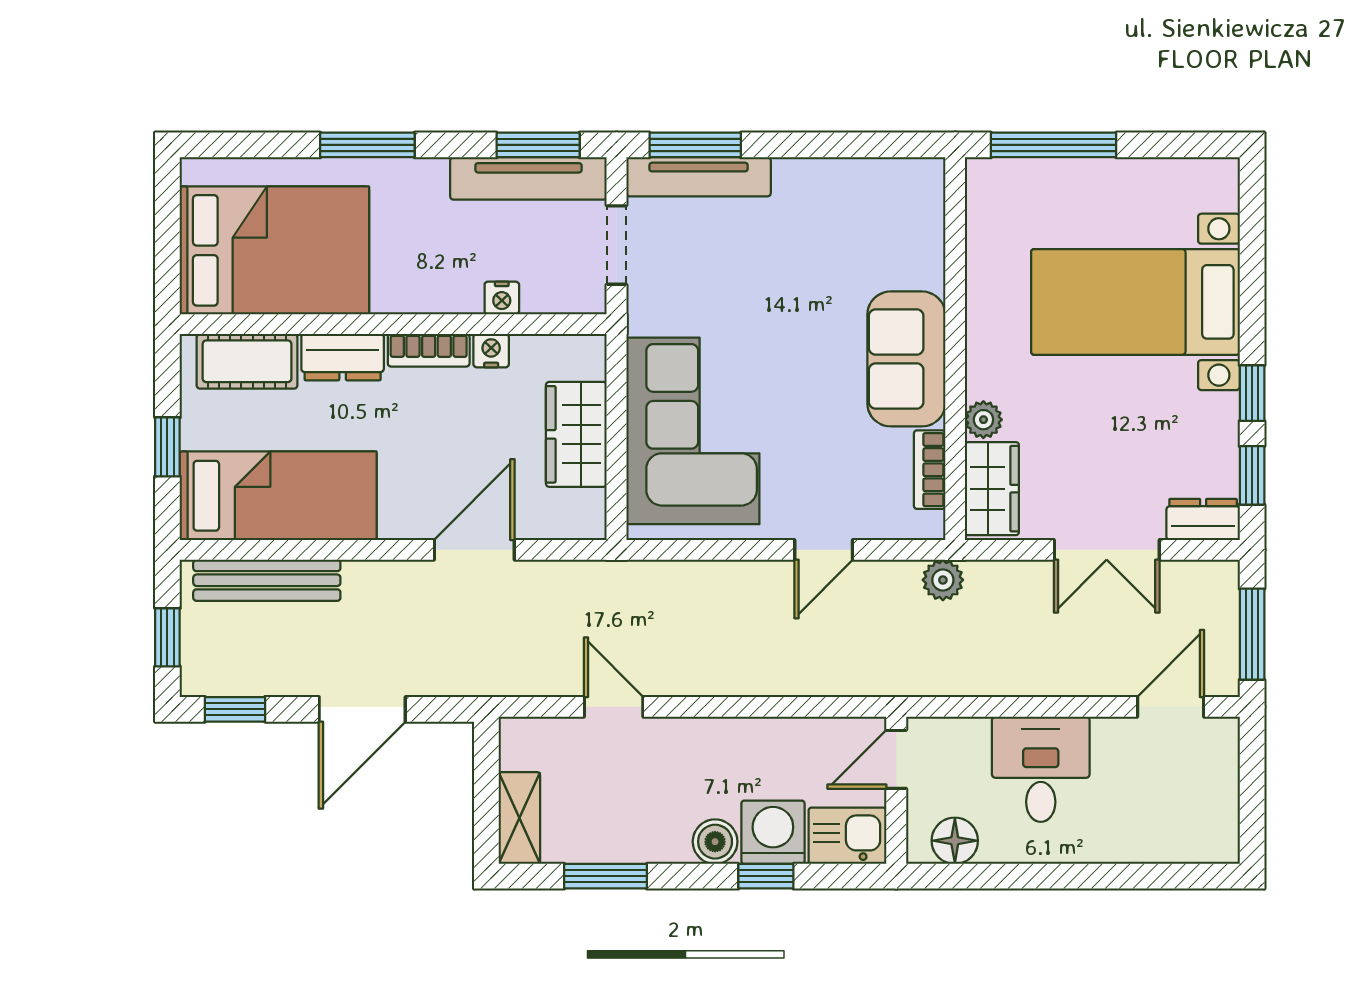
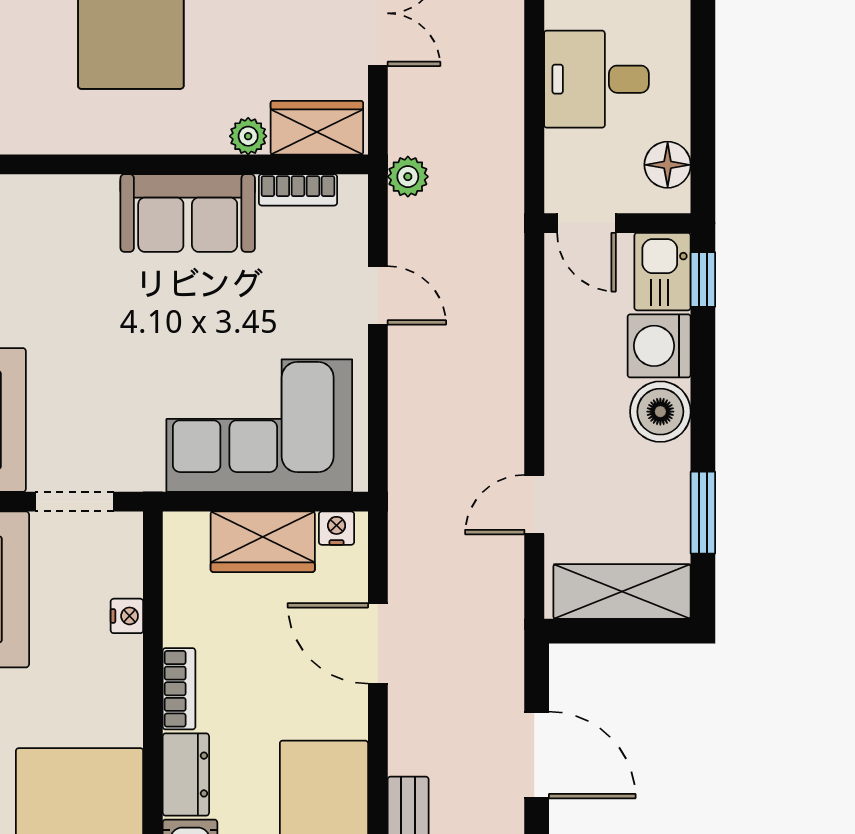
nightstand: (491, 351) -> (337, 528), moved, turned 90
shelving: (519, 818) -> (622, 592), width x1.50, depth x1.33
boiler: (715, 842) -> (660, 412), width x1.36, depth x1.36
window: (766, 876) -> (703, 279), moved

